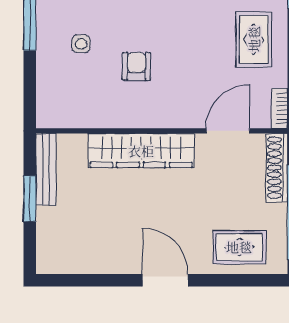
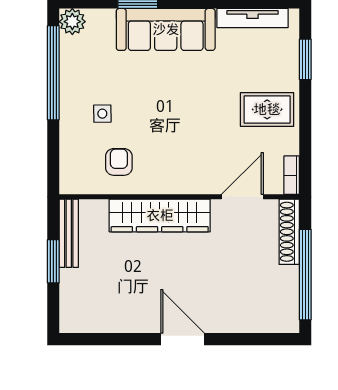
rug: (254, 39) -> (267, 109), turned 90
armchair: (136, 66) -> (119, 162), moved
rug: (239, 247) -> (253, 308), removed

